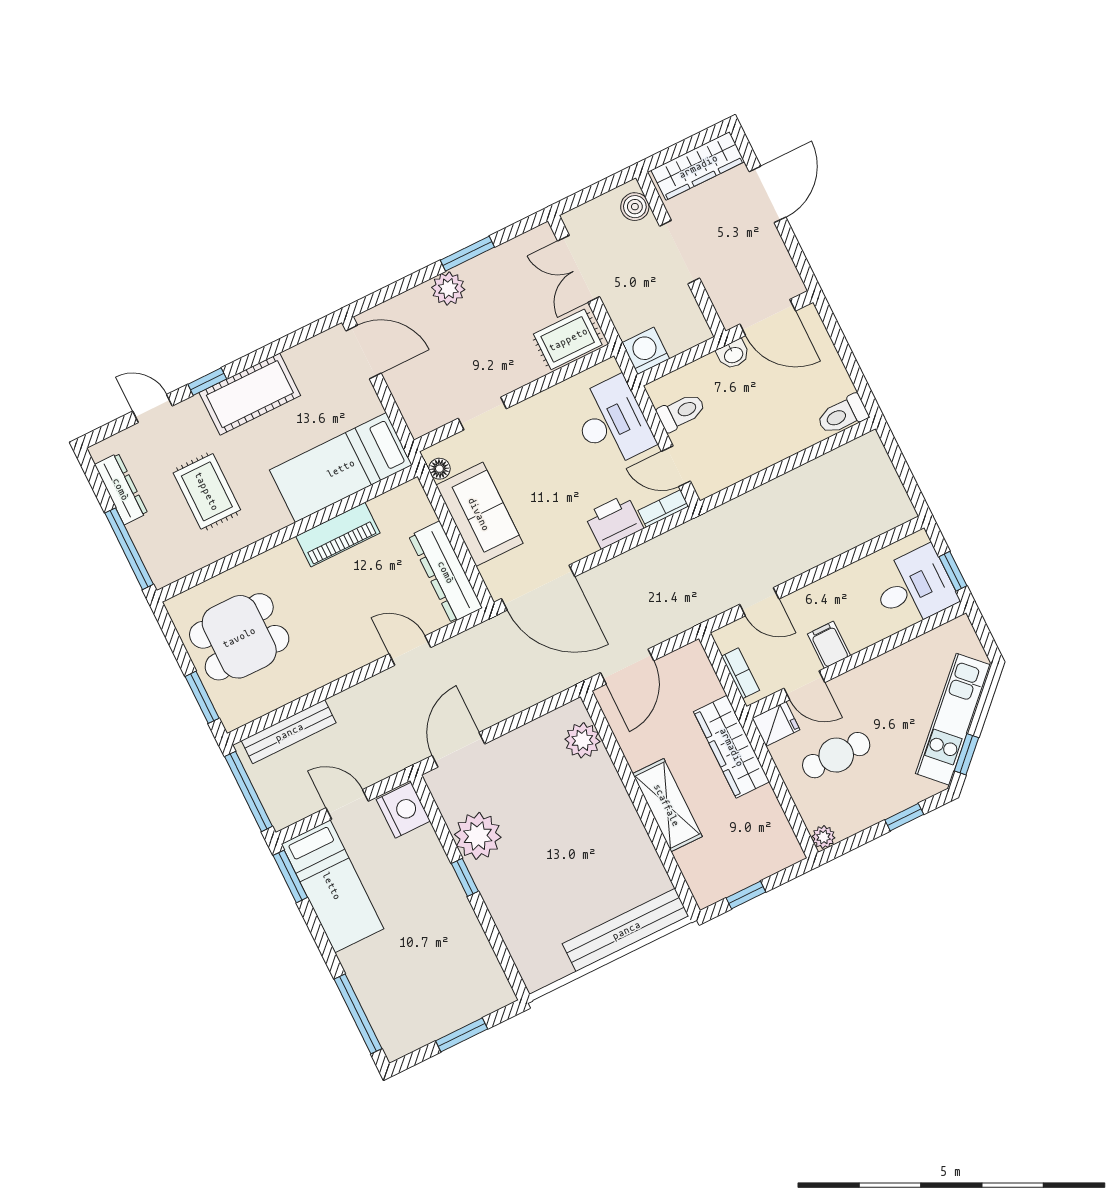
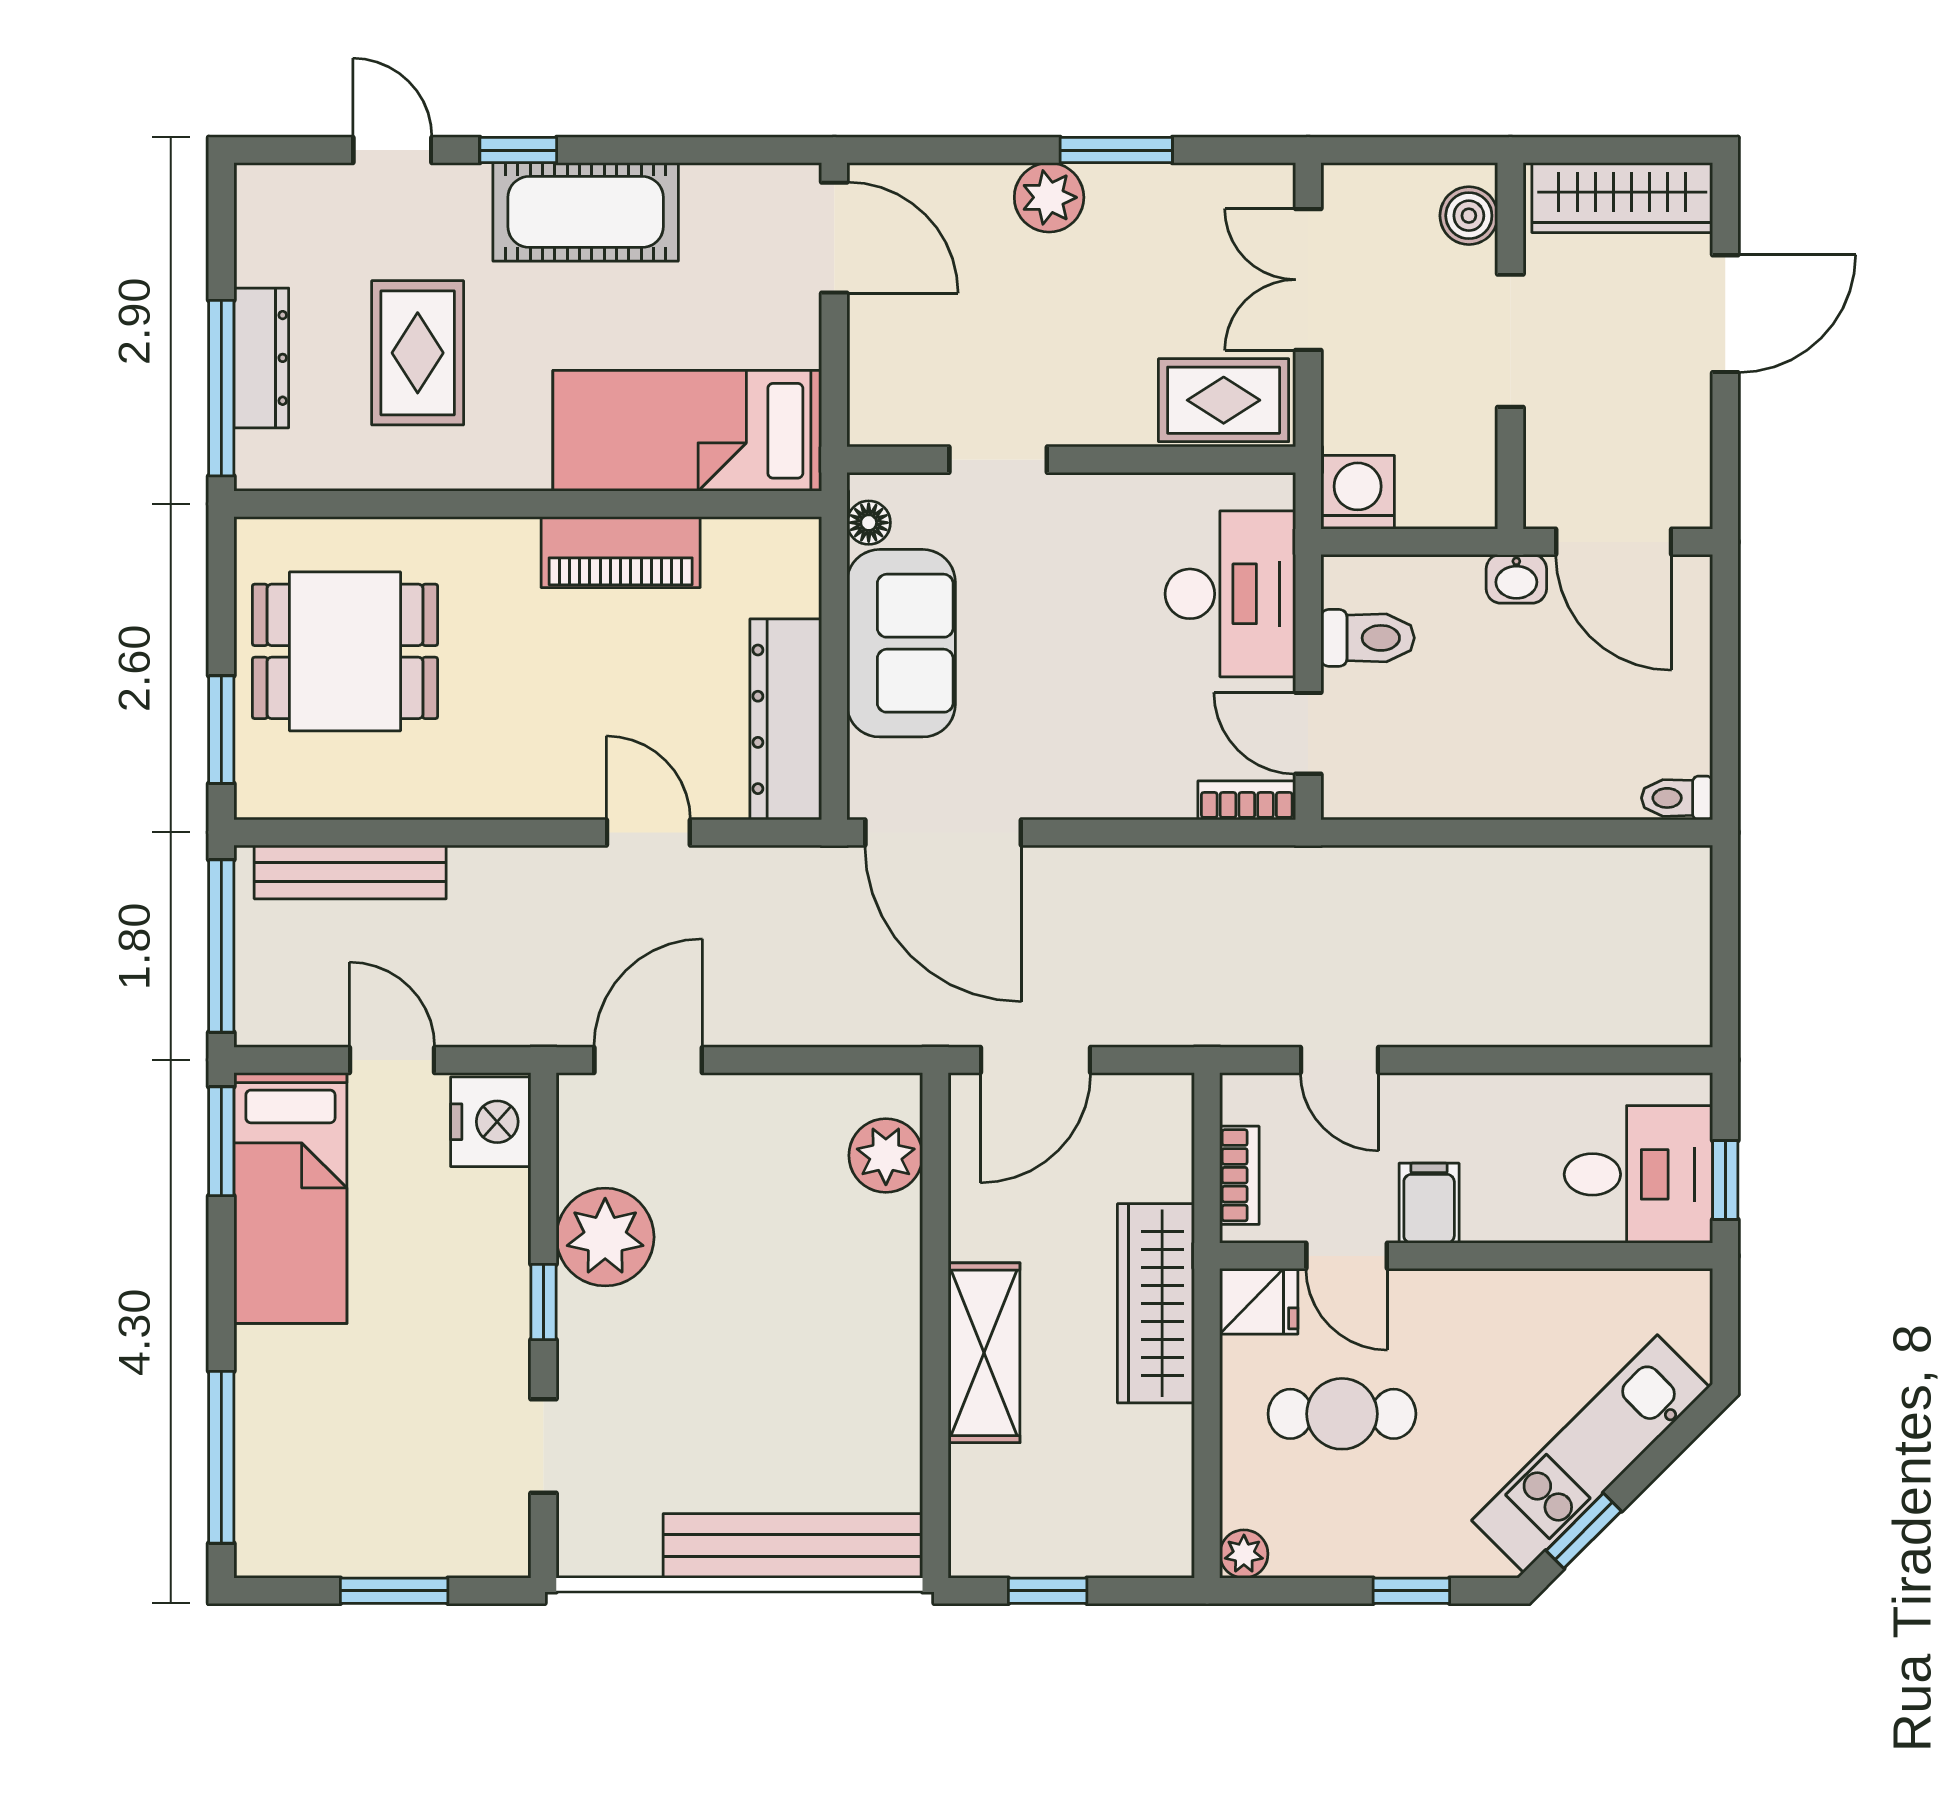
toilet: (842, 415) -> (1677, 798), width x0.73, depth x0.72
dresser: (121, 489) -> (261, 358), moved
printer: (614, 521) -> (1144, 779), removed
doorway: (496, 940) -> (544, 1446), added

